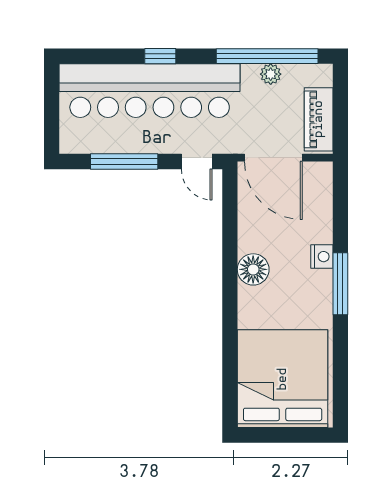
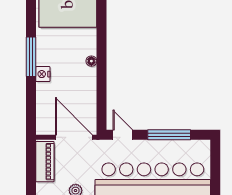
floor lamp: (253, 269) -> (91, 61), width x0.53, depth x0.53

